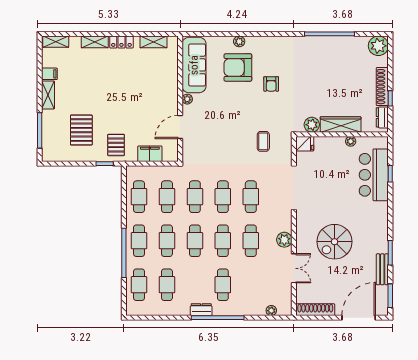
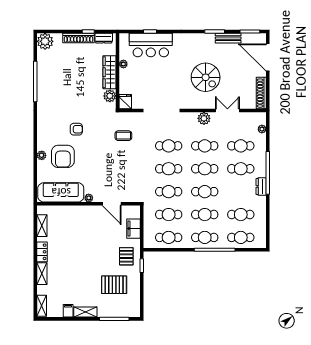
pallet: (116, 145) -> (126, 256), turned 90
cafe table: (251, 285) -> (241, 146), added

